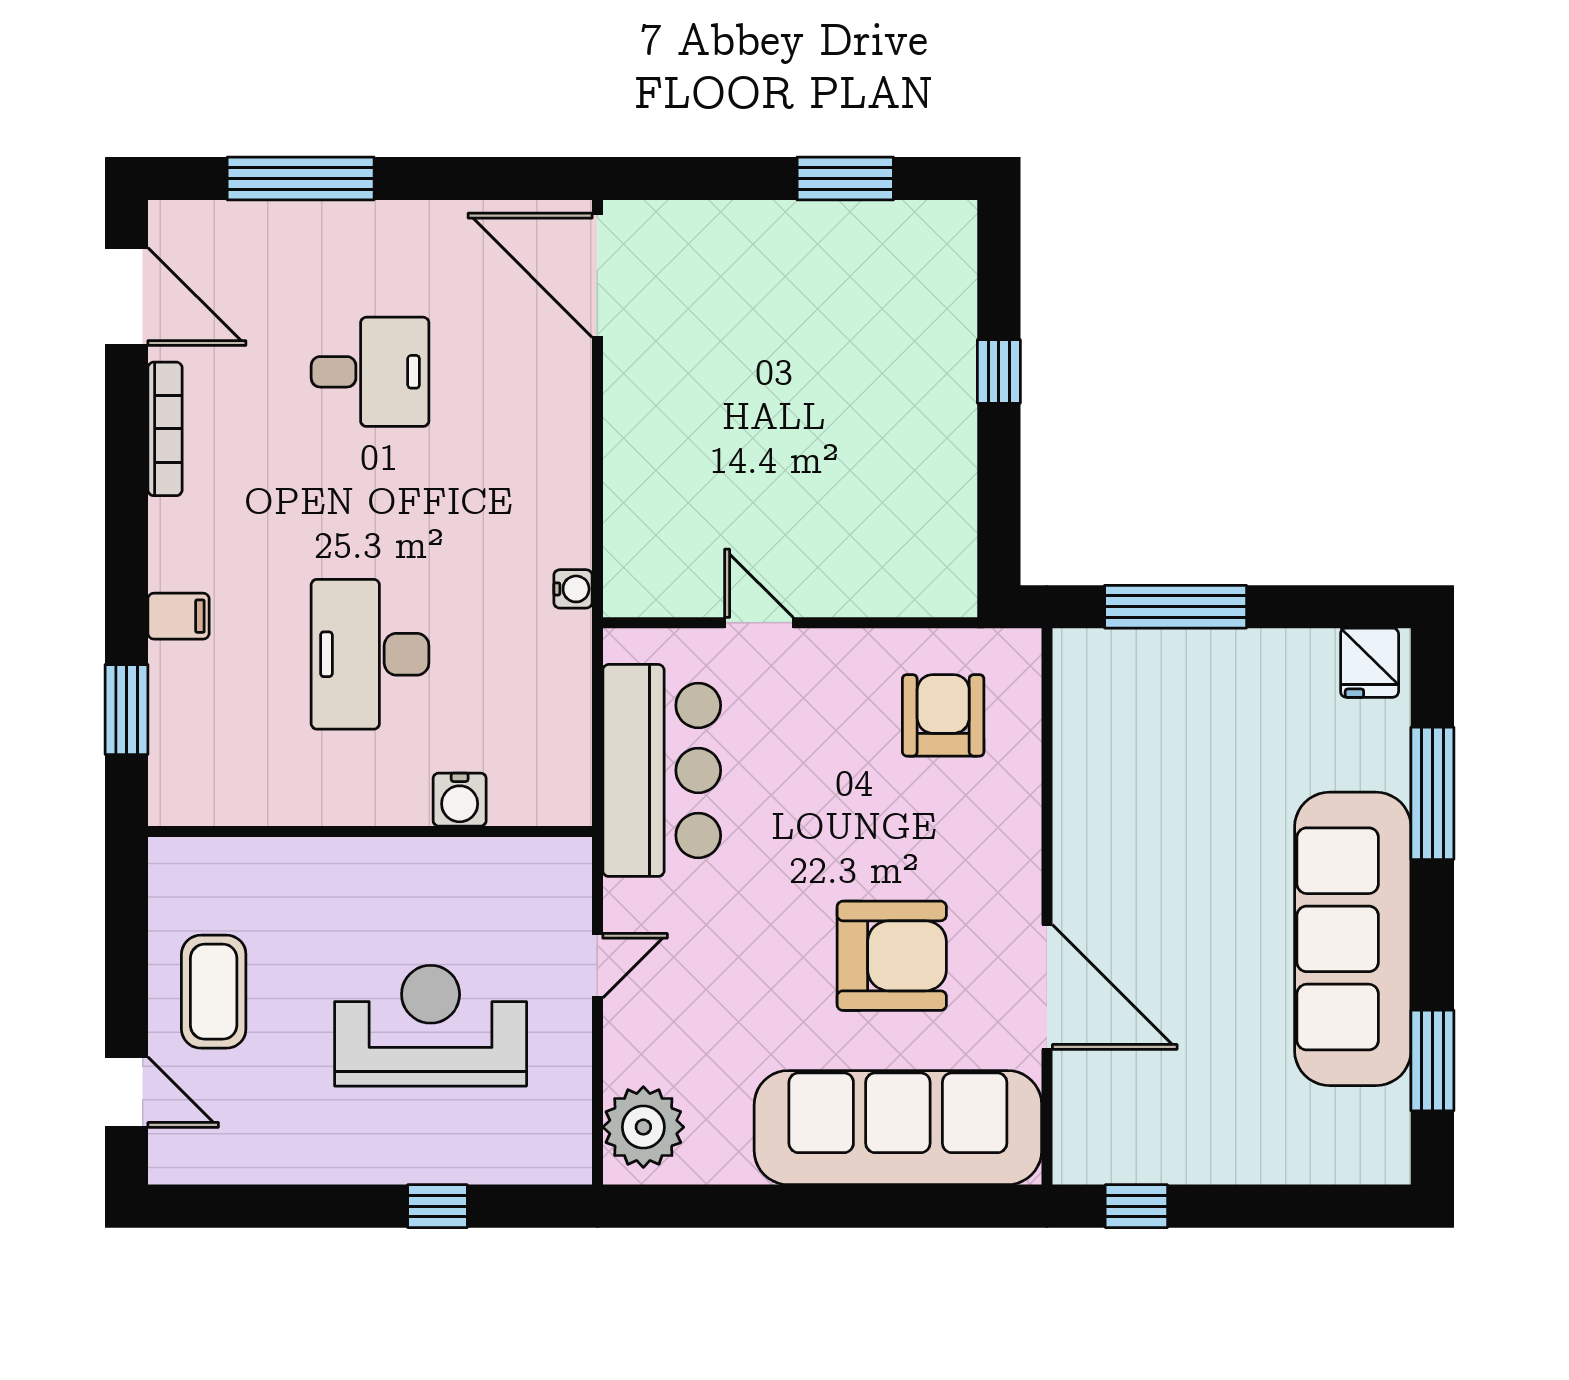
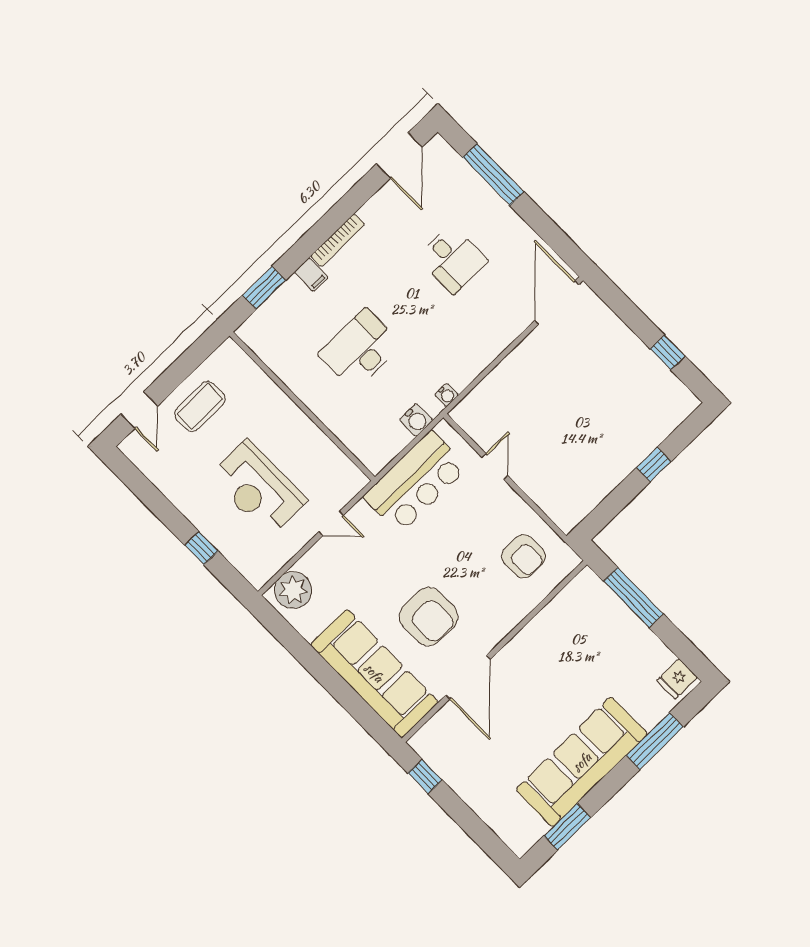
window: (845, 179) -> (668, 353), width x0.67
bookcase: (165, 429) -> (338, 240), moved
armchair: (943, 715) -> (524, 556), turned 90
water cooler: (460, 800) -> (416, 420), moved, turned -90
reception desk: (431, 1026) -> (258, 488), turned 180

